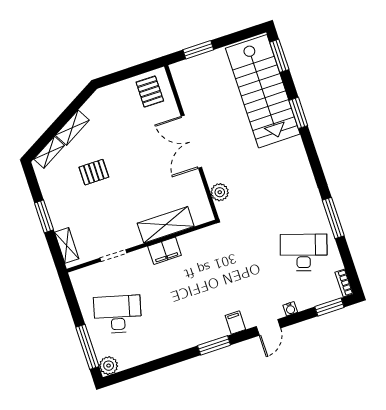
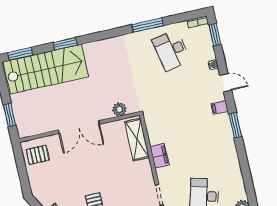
shelving: (166, 225) -> (137, 139), moved
desk: (304, 252) -> (171, 50), turned -30

